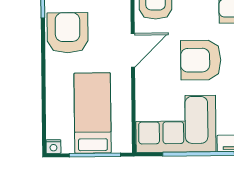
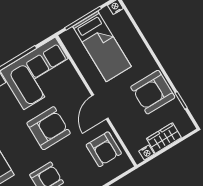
armchair: (68, 33) -> (153, 92), turned 90

